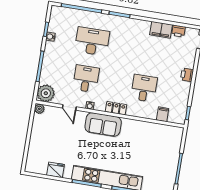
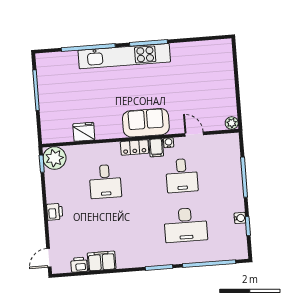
plant: (46, 93) -> (54, 158), moved
filing cabinet: (163, 114) -> (156, 148), moved
fridge: (55, 170) -> (84, 132), moved, turned 180

